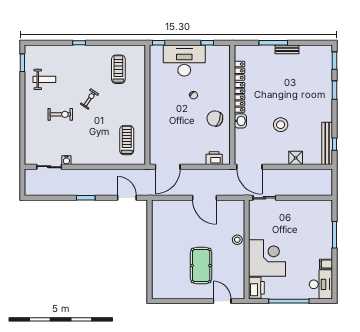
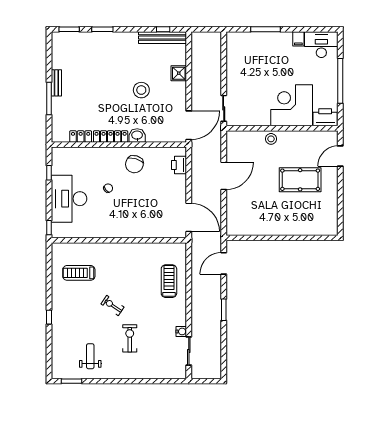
treadmill: (127, 140) -> (169, 281), moved, turned 90

